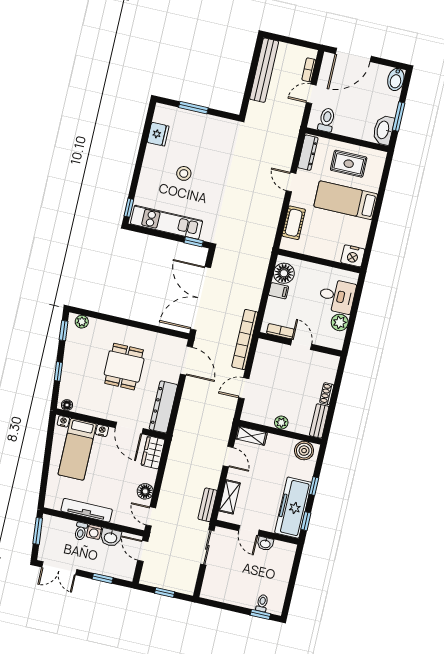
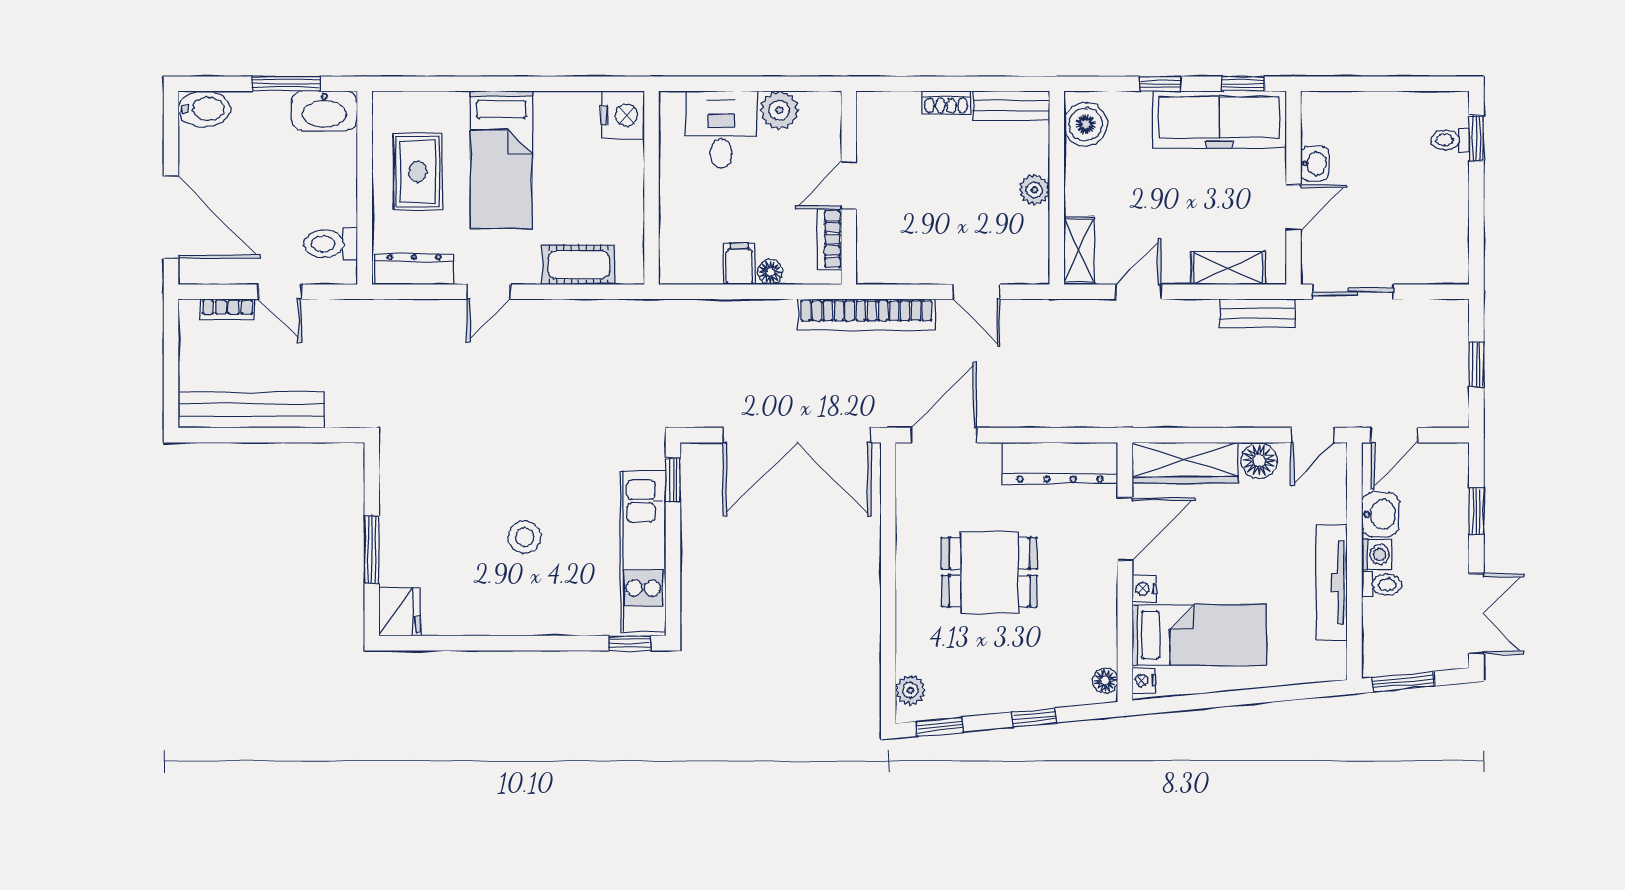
fridge: (158, 134) -> (400, 612), moved, turned 90
floor lamp: (284, 273) -> (770, 272), moved, width x0.53, depth x0.53
wardrobe: (153, 452) -> (1185, 463), width x1.50

